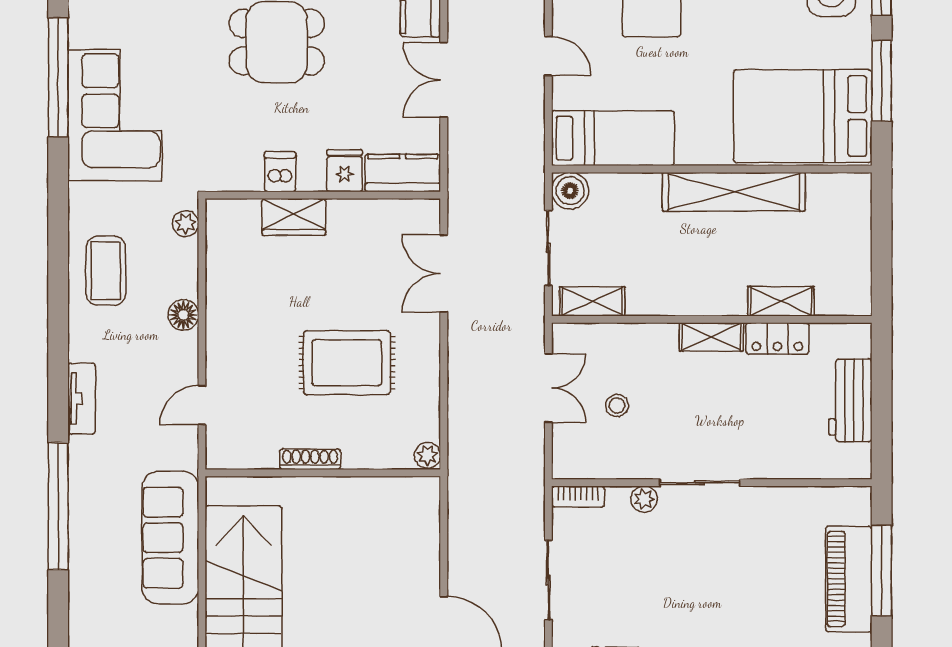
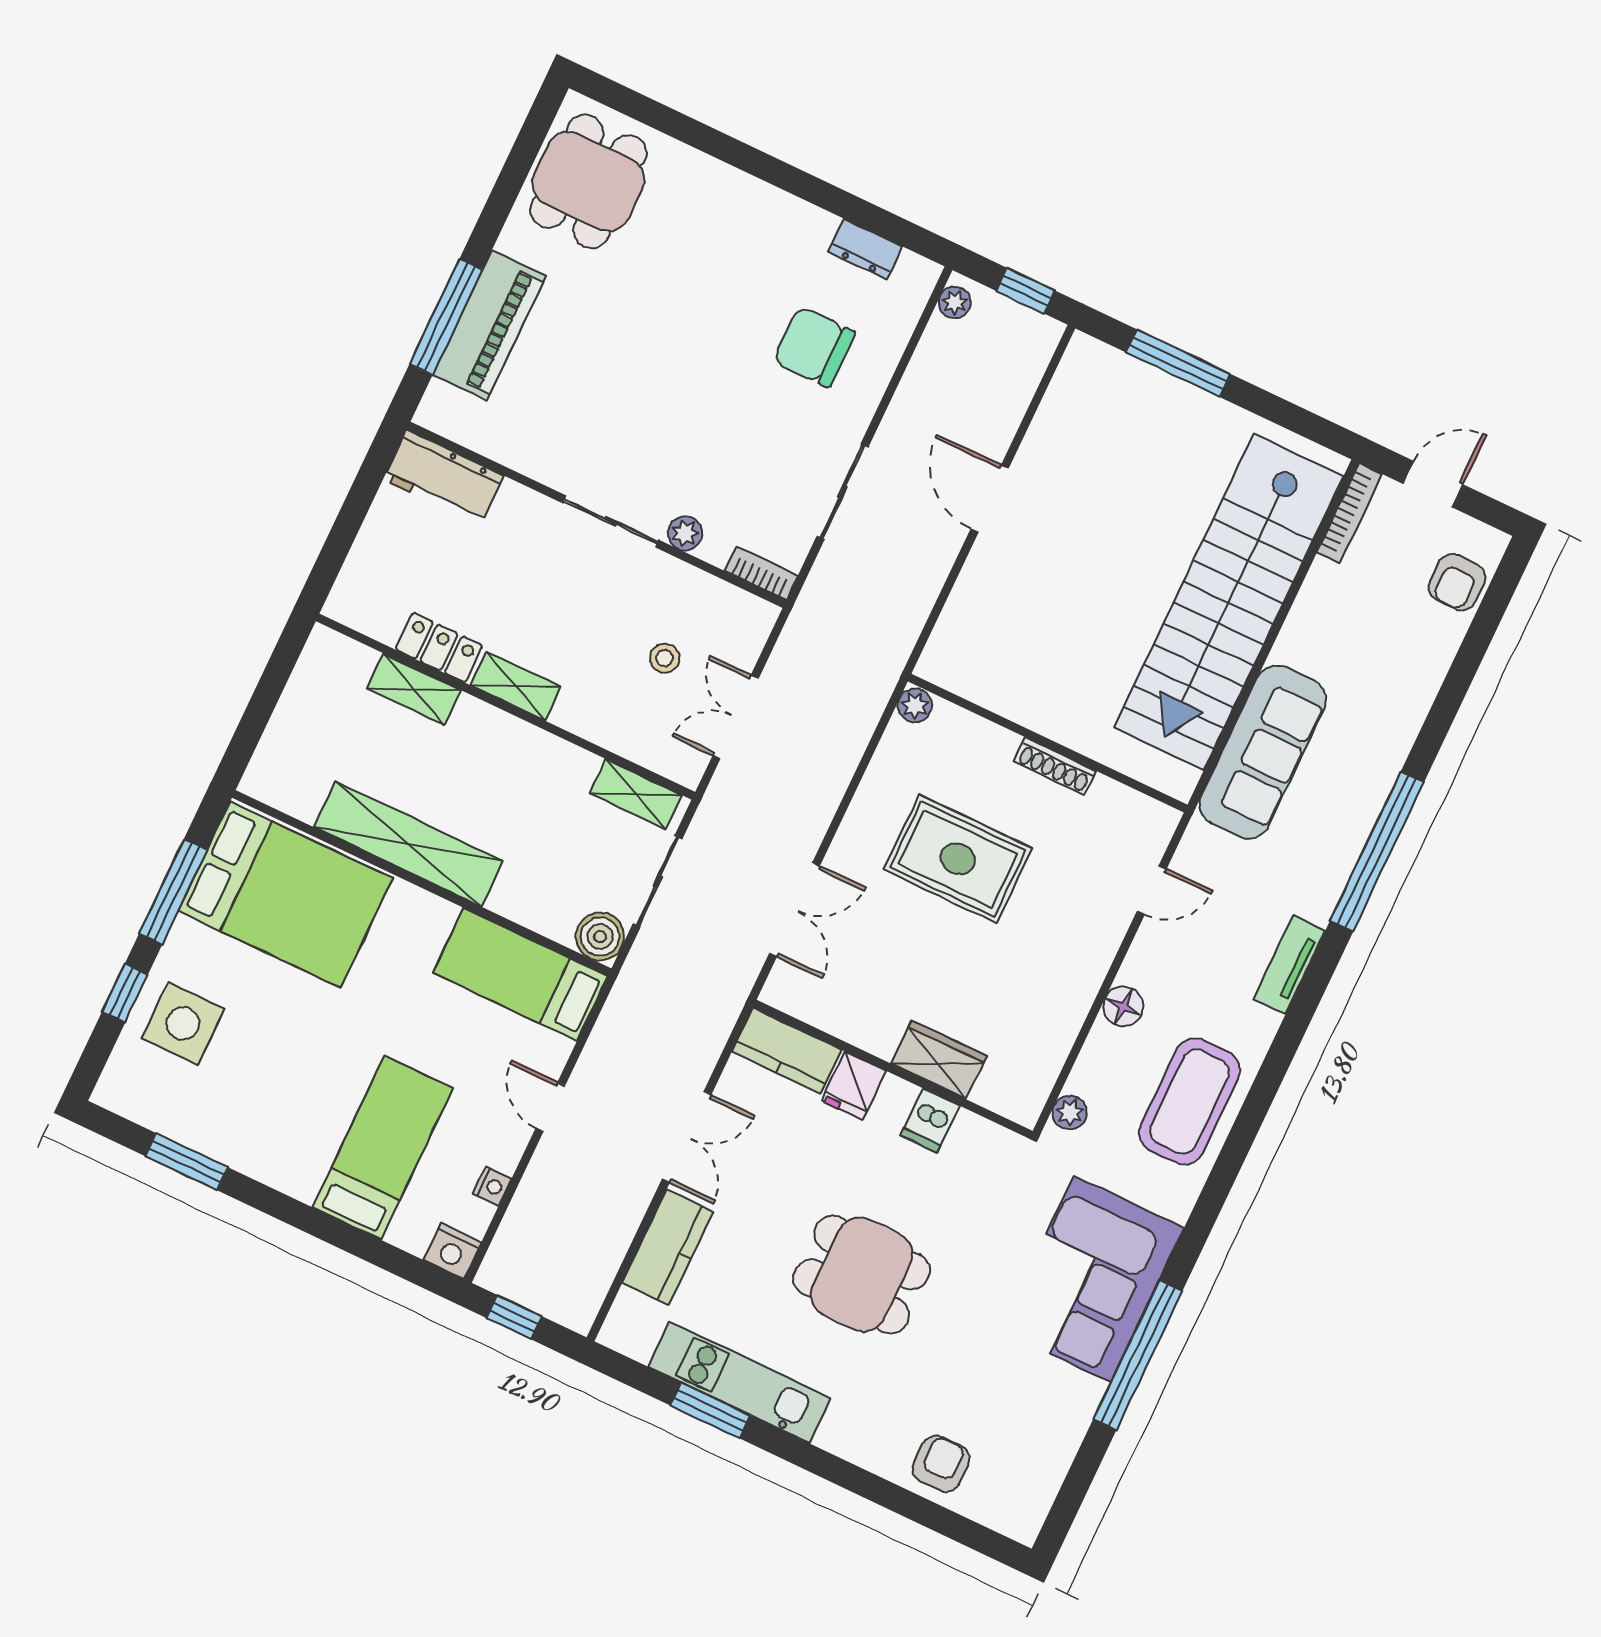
coffee table: (106, 271) -> (1190, 1101), width x1.36, depth x1.32
workbench: (850, 400) -> (443, 478), moved, turned 90

